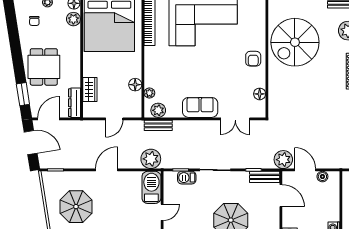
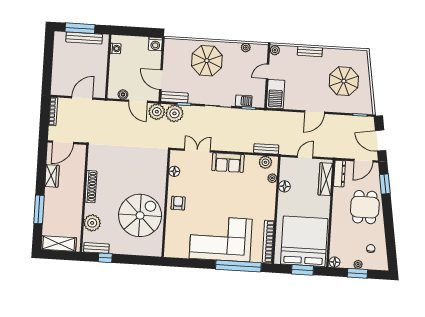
plant: (73, 19) -> (336, 248), removed
wardrobe: (90, 89) -> (325, 179), width x1.50
plant: (151, 159) -> (174, 113), moved

